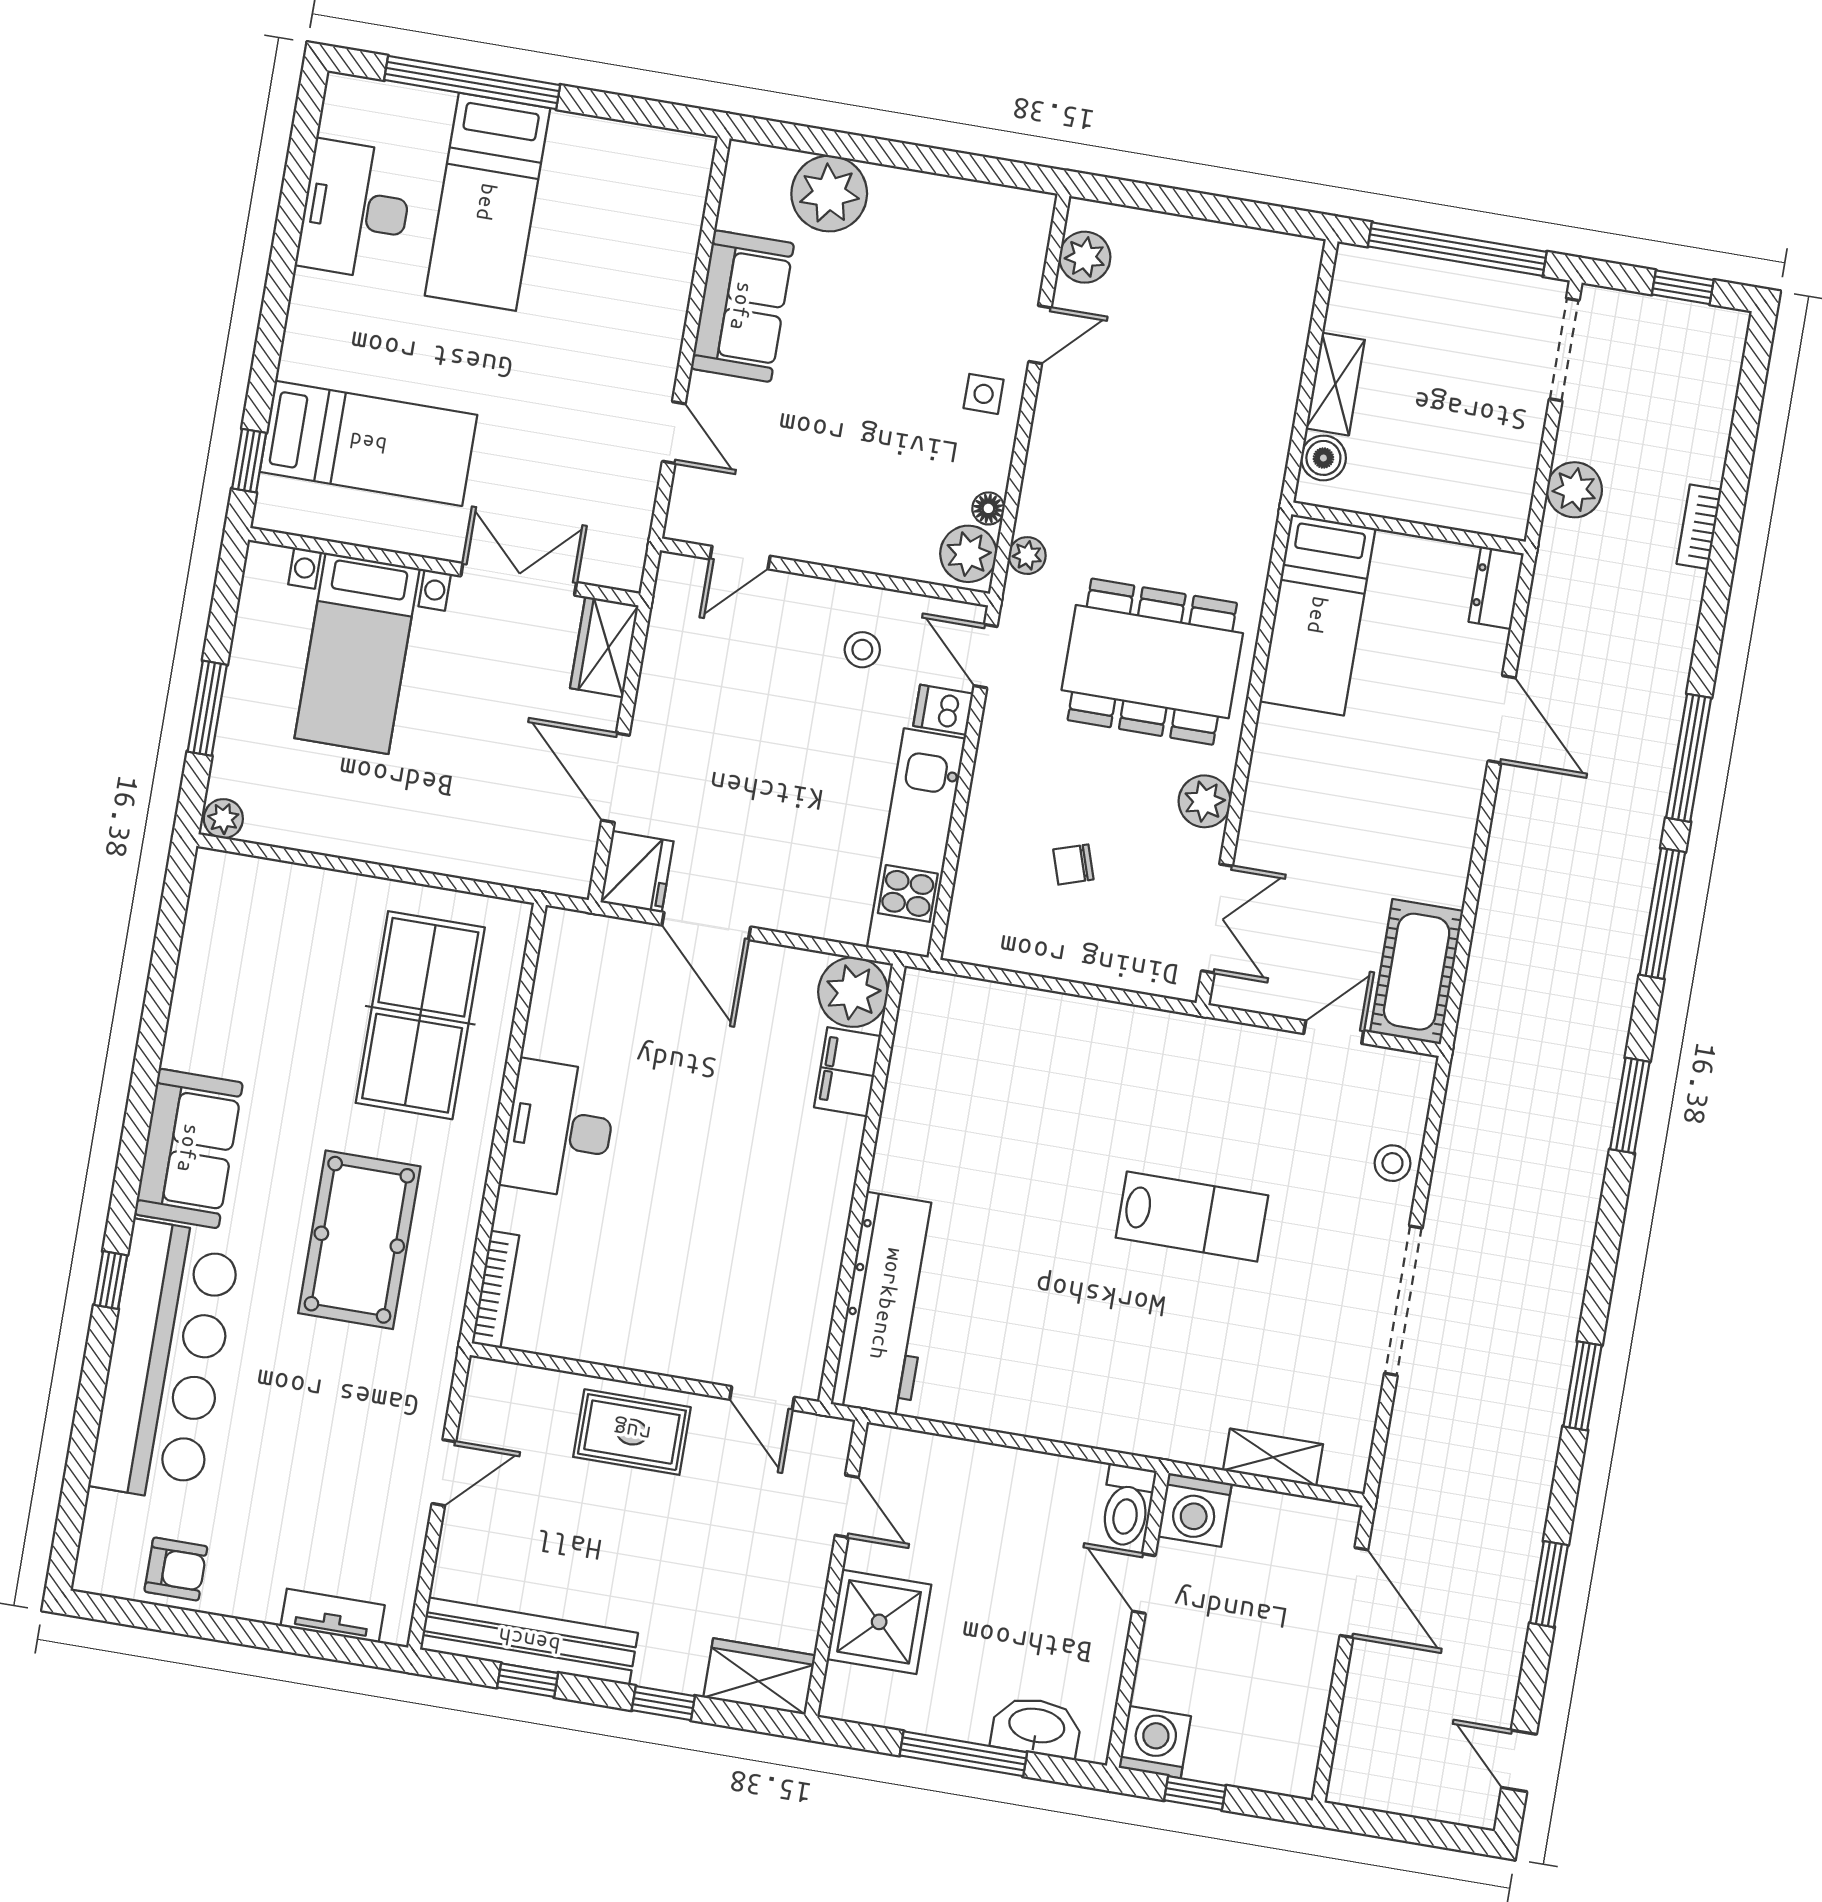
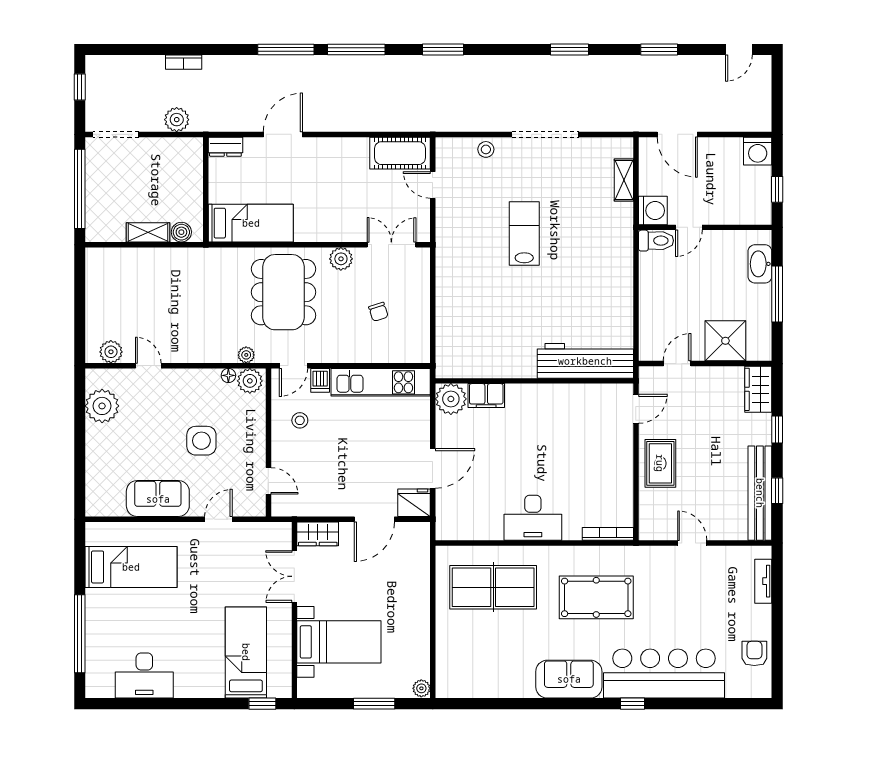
plant: (829, 194) -> (102, 406), moved
bed: (487, 202) -> (131, 567), moved
side table: (984, 394) -> (201, 441), moved, width x1.87, depth x1.87
door: (1354, 1593) -> (677, 134), swing flipped
washing machine: (1155, 1742) -> (758, 151), moved, turned -90

